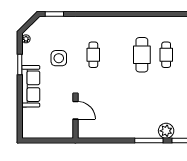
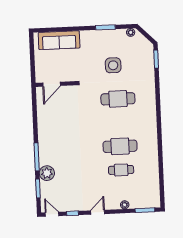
cafe table: (93, 55) -> (118, 99), width x1.37, depth x1.35
sofa: (31, 86) -> (59, 40), moved
door: (75, 110) -> (52, 84), moved

